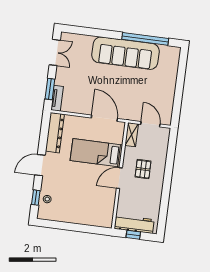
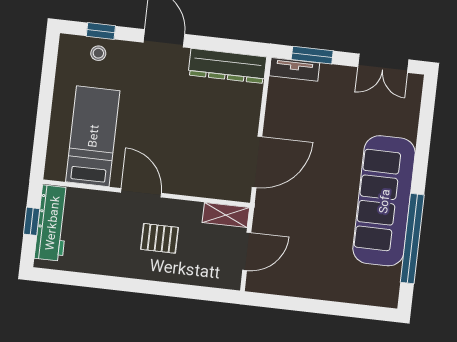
bed: (96, 153) -> (93, 136), moved

